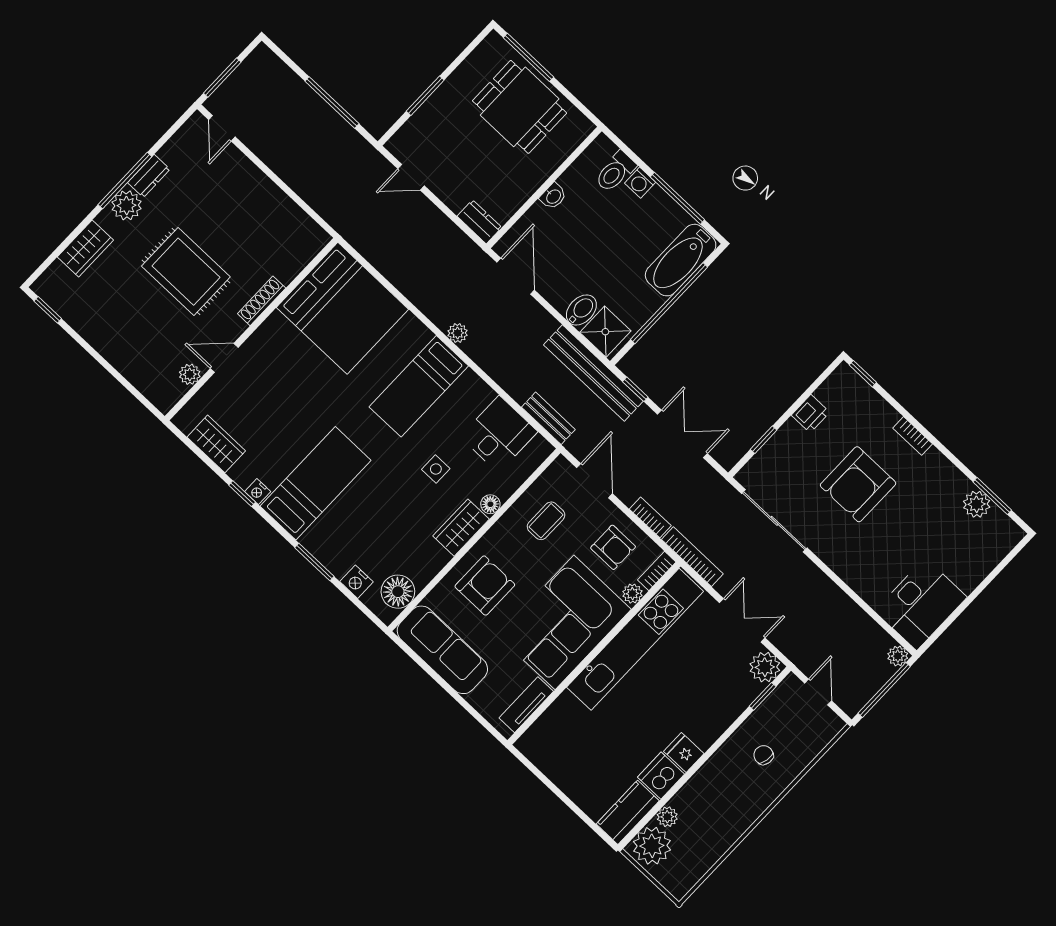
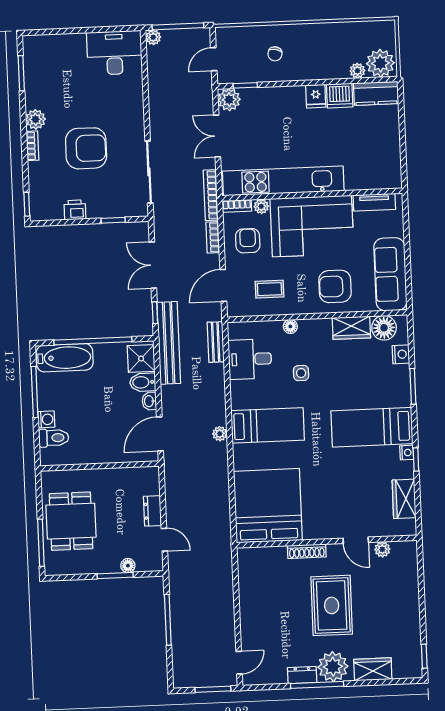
floor lamp: (422, 118) -> (128, 566), added
washbasin: (553, 196) -> (149, 401), moved, turned -90
plant: (127, 205) -> (333, 667), width x1.36, depth x1.36
dresser: (479, 222) -> (152, 511), moved
plant: (977, 504) -> (36, 119), moved
wardrobe: (461, 528) -> (351, 328), moved

